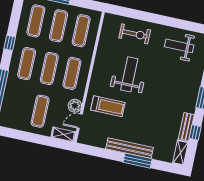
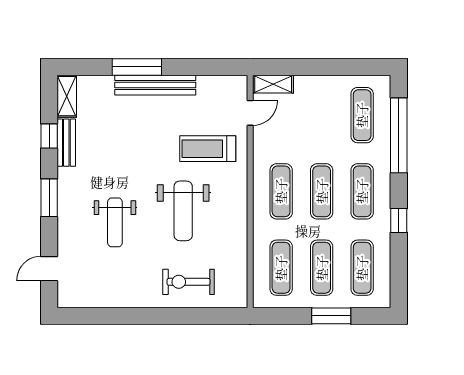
weight bench: (179, 46) -> (115, 222), moved, turned 90
plant: (75, 106) -> (264, 137), removed
exercise mat: (40, 111) -> (362, 115), moved

